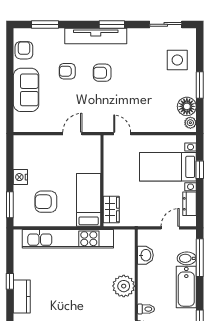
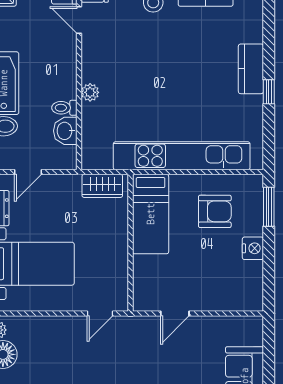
door: (122, 134) -> (100, 314), hinge flipped
wardrobe: (111, 210) -> (102, 186), moved, turned -90
plant: (124, 286) -> (90, 92), width x0.53, depth x0.53
toilet: (146, 309) -> (64, 108), moved

